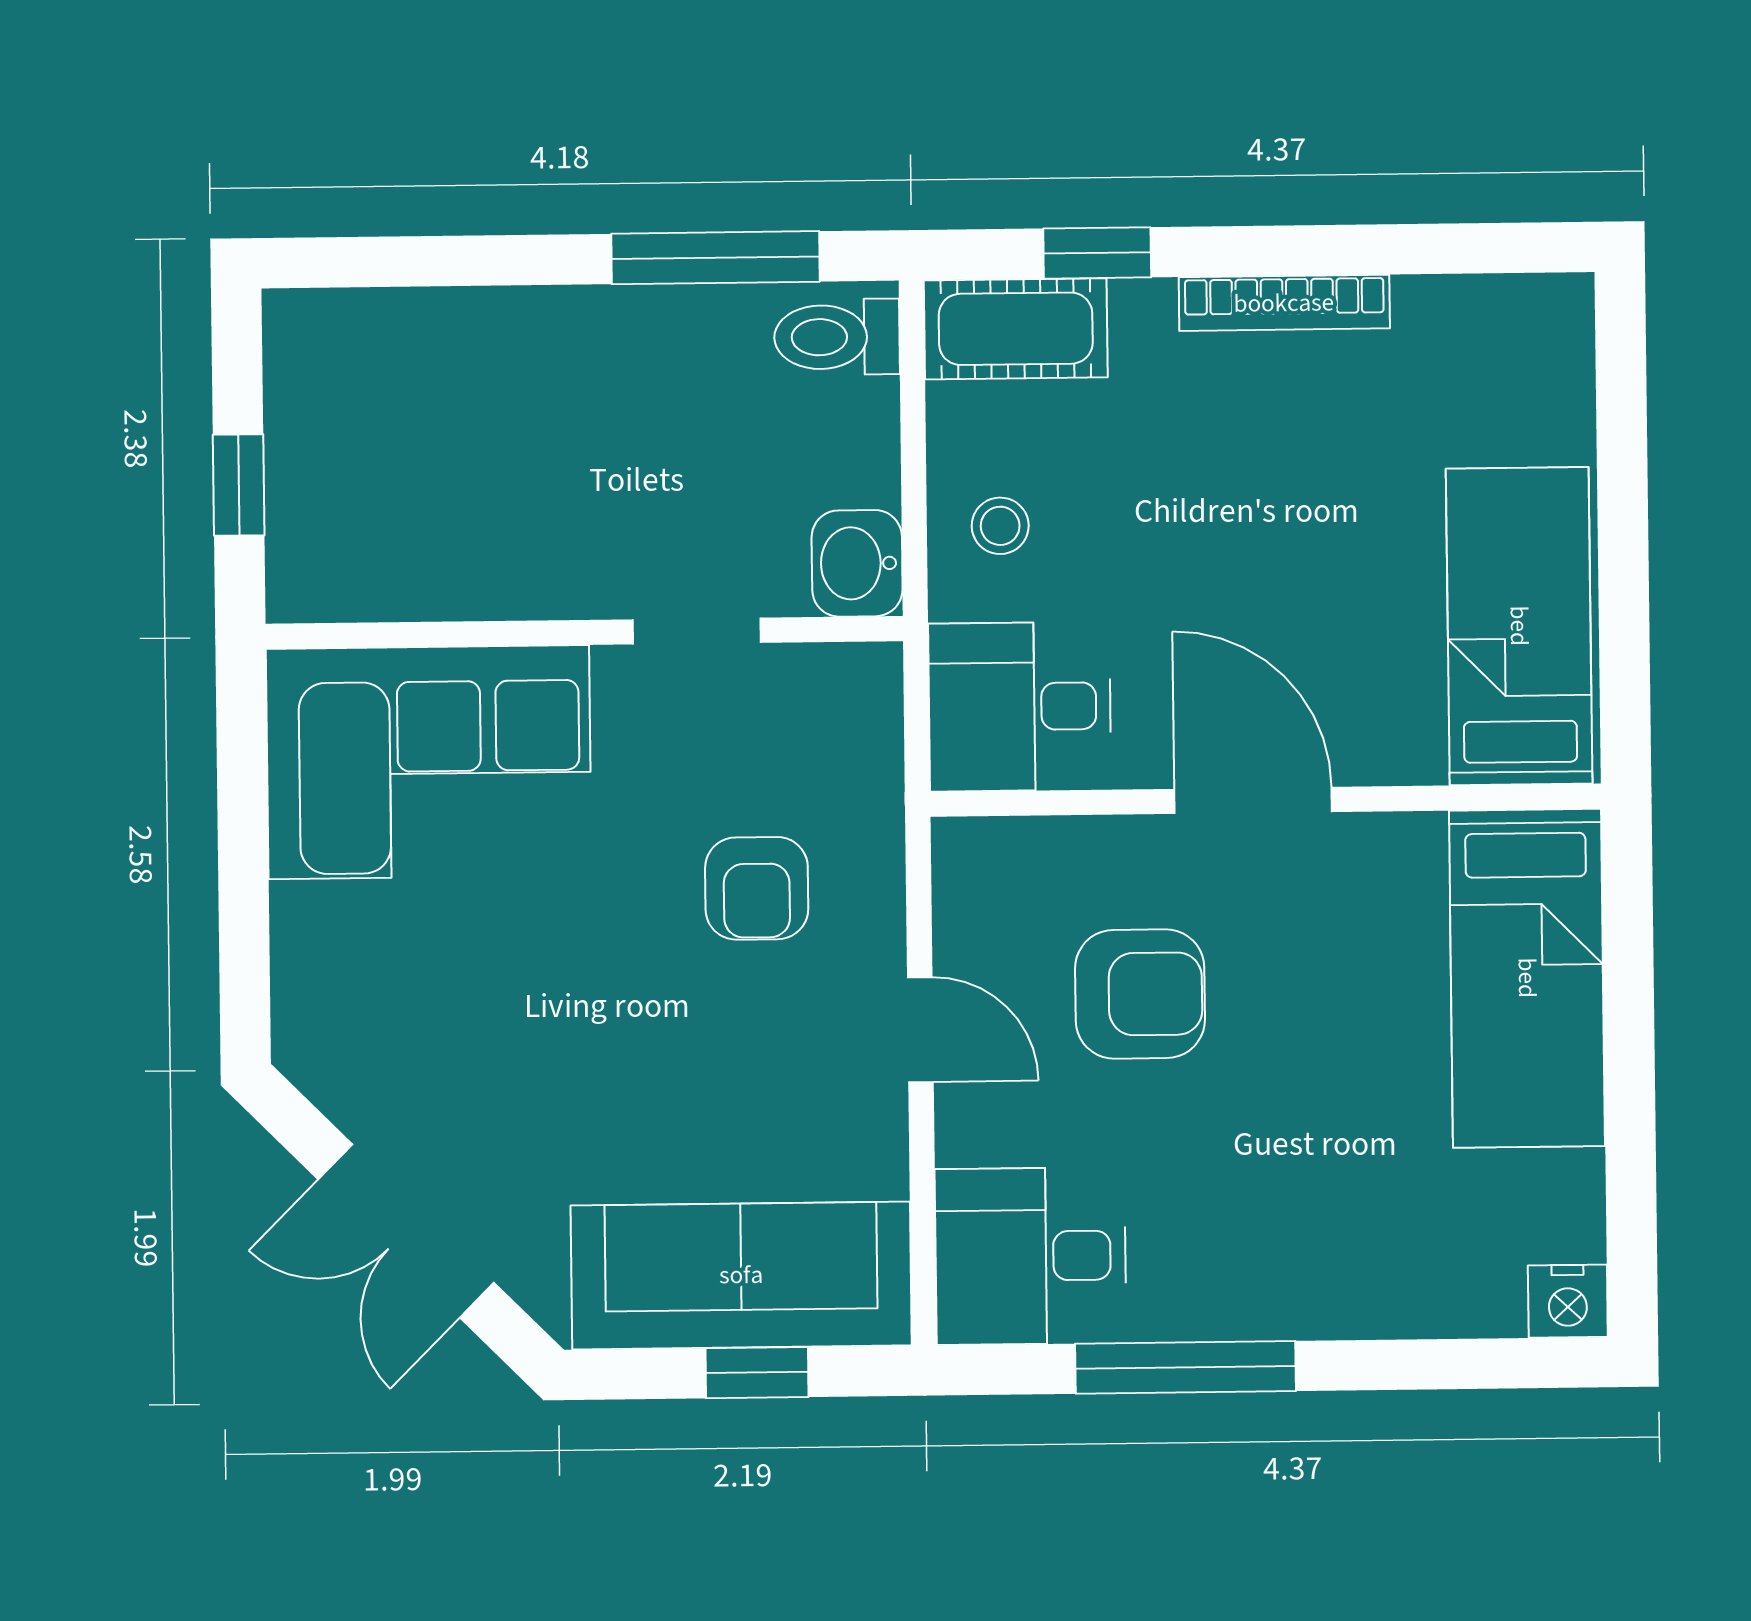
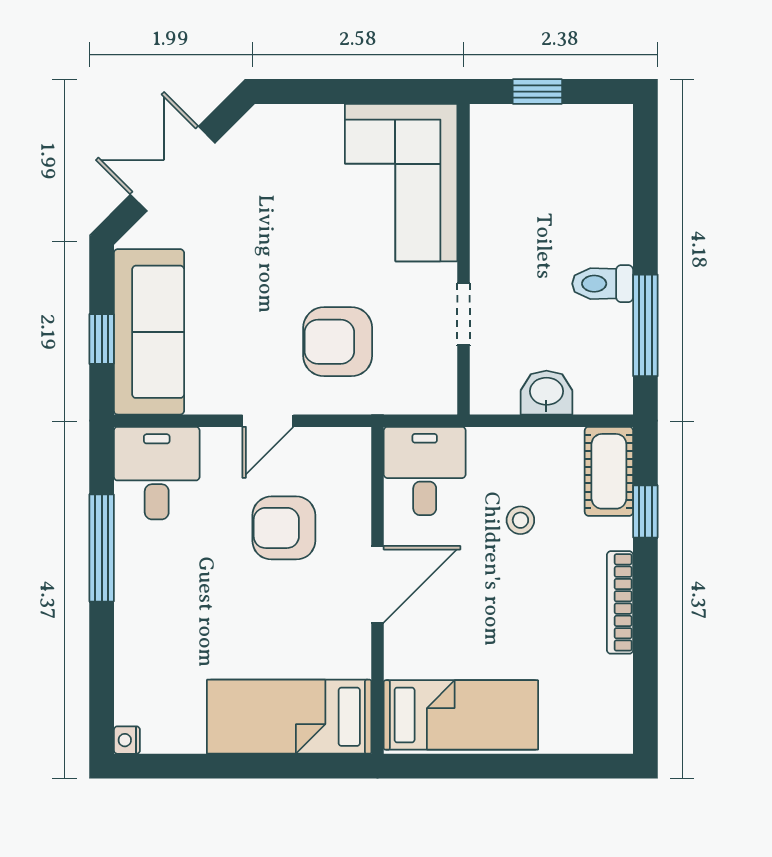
toilet: (837, 337) -> (603, 284), moved, turned -90
stool: (1000, 526) -> (520, 520), moved
washbasin: (857, 563) -> (546, 393), moved
armchair: (757, 888) -> (338, 342), width x1.38, depth x1.38
armchair: (1140, 994) -> (284, 528), turned 90
nightstand: (1568, 1301) -> (127, 740), width x0.72, depth x0.74

